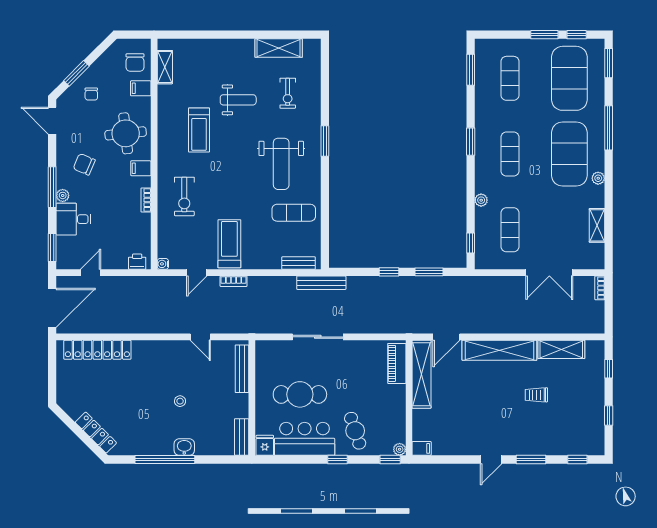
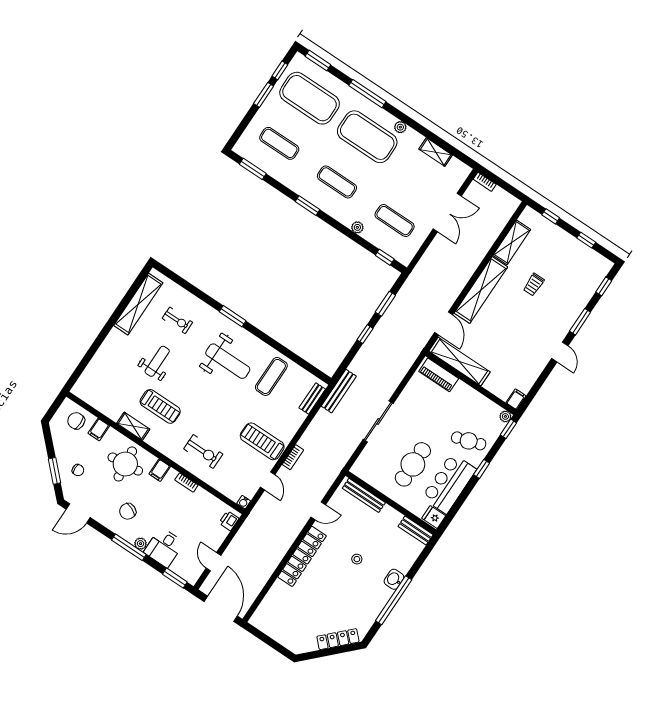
shelving: (279, 48) -> (138, 304), width x1.47
chair: (135, 63) -> (76, 421), turned 180
shelving: (165, 67) -> (133, 426), moved
locker: (97, 350) -> (302, 556), moved

